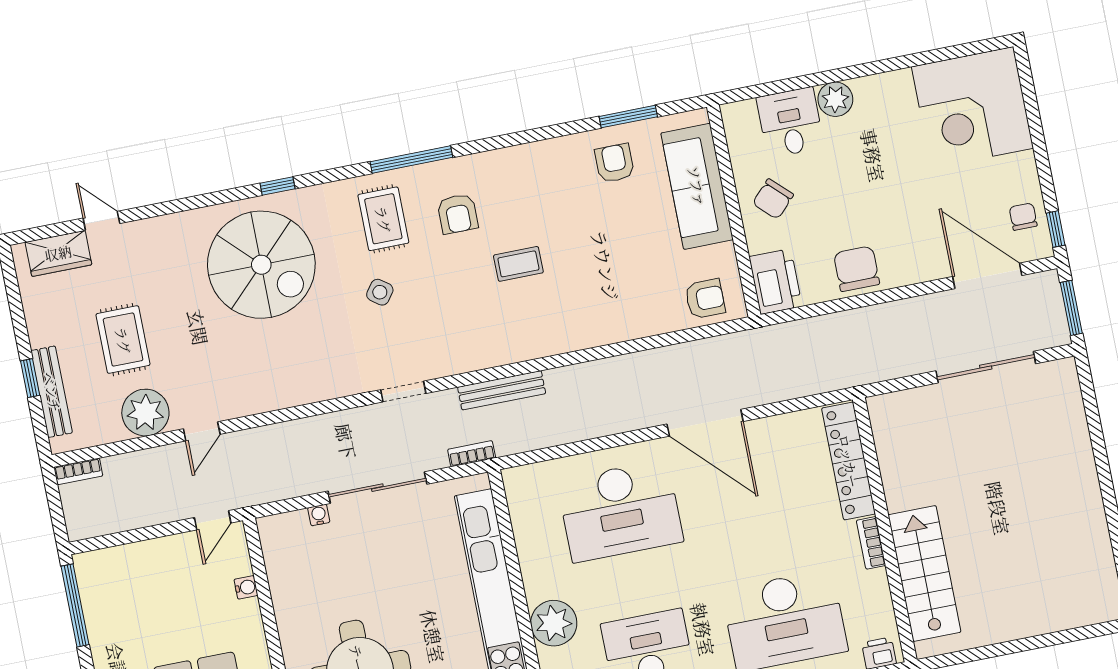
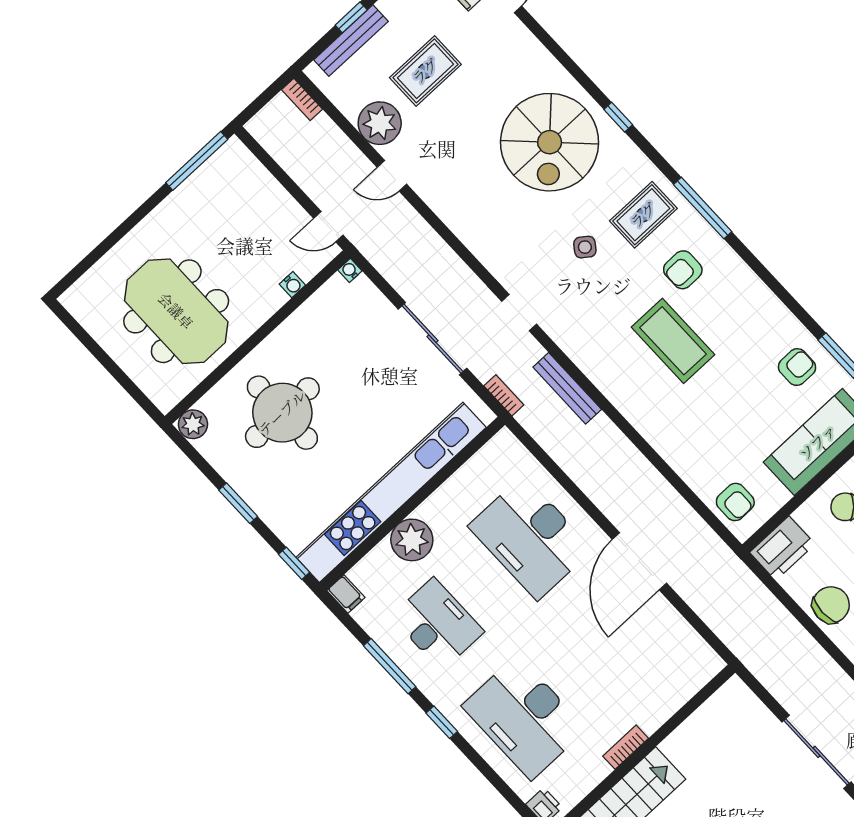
coffee table: (518, 264) -> (673, 341), width x1.86, depth x1.72
locker: (849, 461) -> (678, 691), removed
water cooler: (319, 515) -> (350, 270), moved, turned -90

